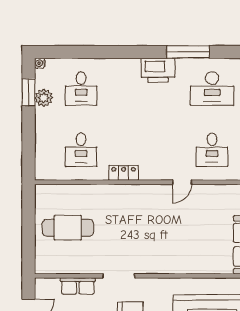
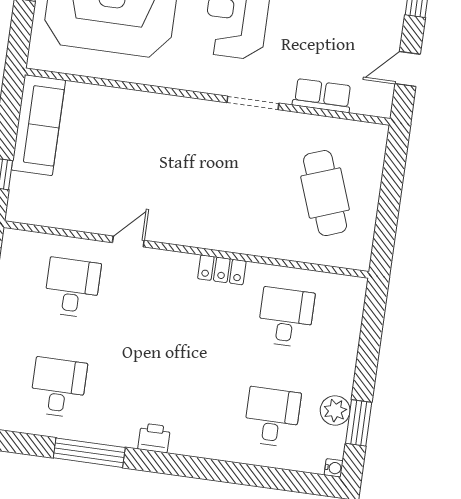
printer: (158, 70) -> (154, 438), width x0.53, depth x0.68
desk: (212, 89) -> (58, 387), width x0.73
cafe table: (68, 228) -> (325, 193), turned 70

